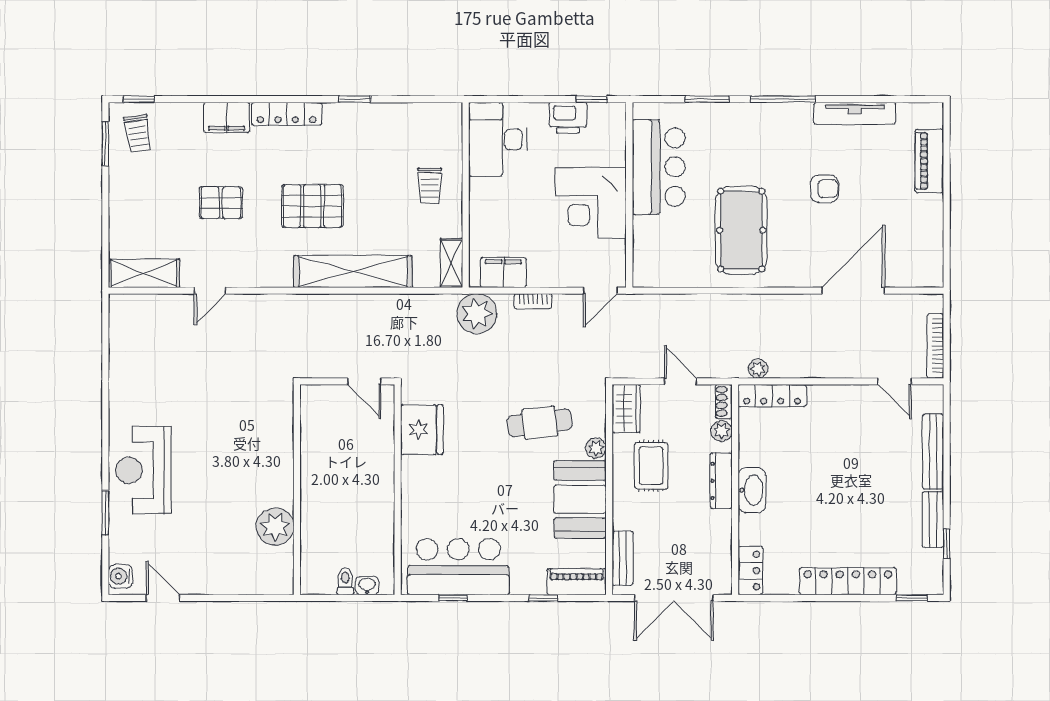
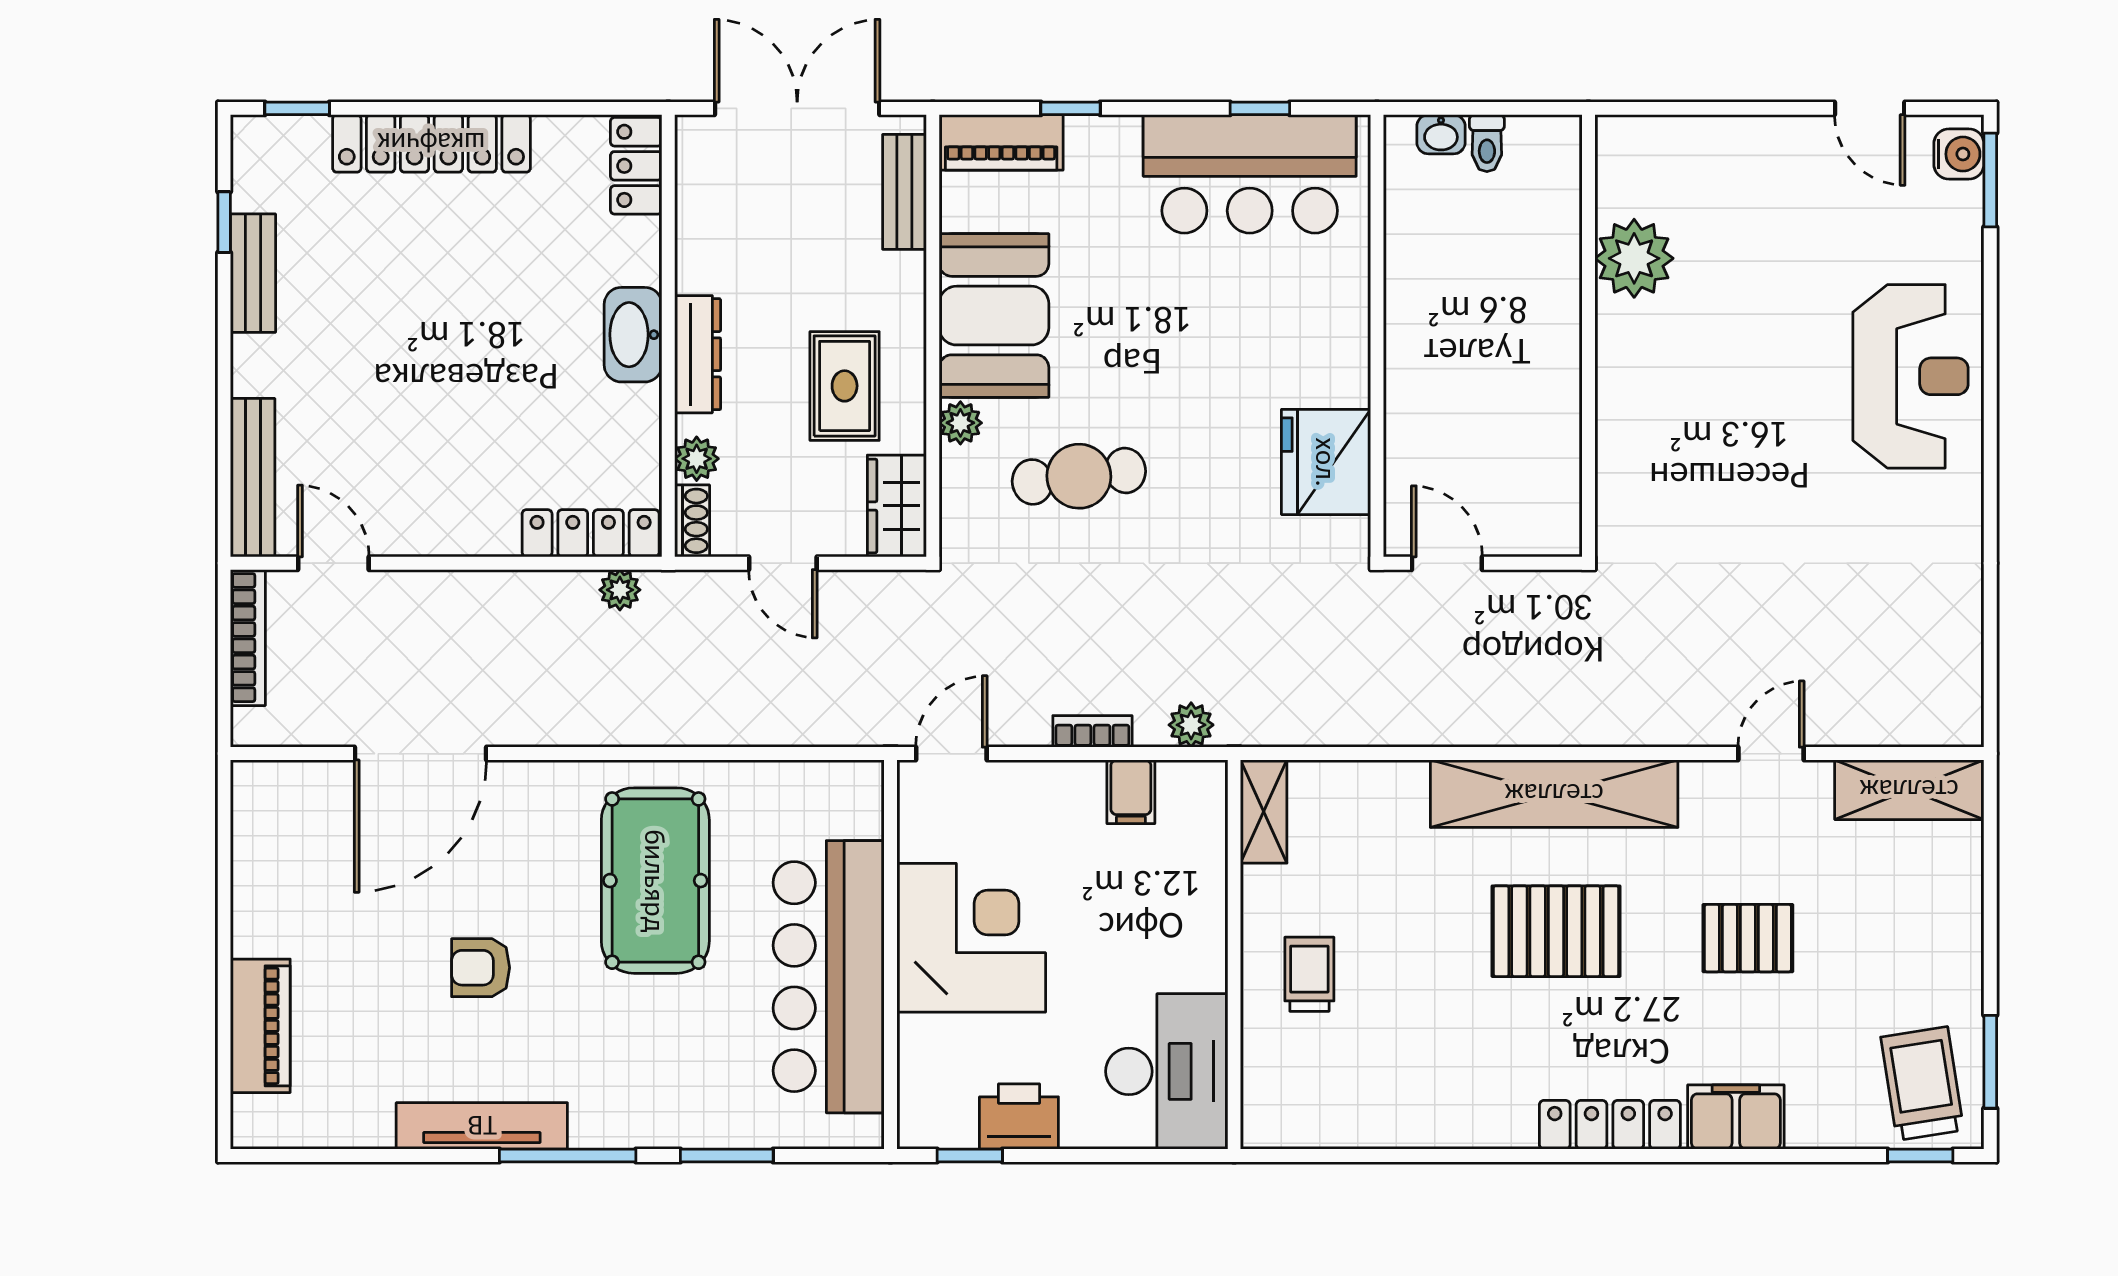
window: (355, 99) -> (1467, 1155), removed
tv unit: (855, 113) -> (482, 1126), moved
trolley: (138, 133) -> (1922, 1084), width x1.36, depth x1.39
bar counter: (659, 167) -> (829, 977), width x1.36
shelving: (353, 272) -> (1554, 794), moved
filing cabinet: (503, 272) -> (1131, 792), width x0.50
plant: (477, 314) -> (1191, 725), width x0.53, depth x0.53
bench: (933, 452) -> (253, 478), moved
window: (105, 513) -> (1990, 180), moved

